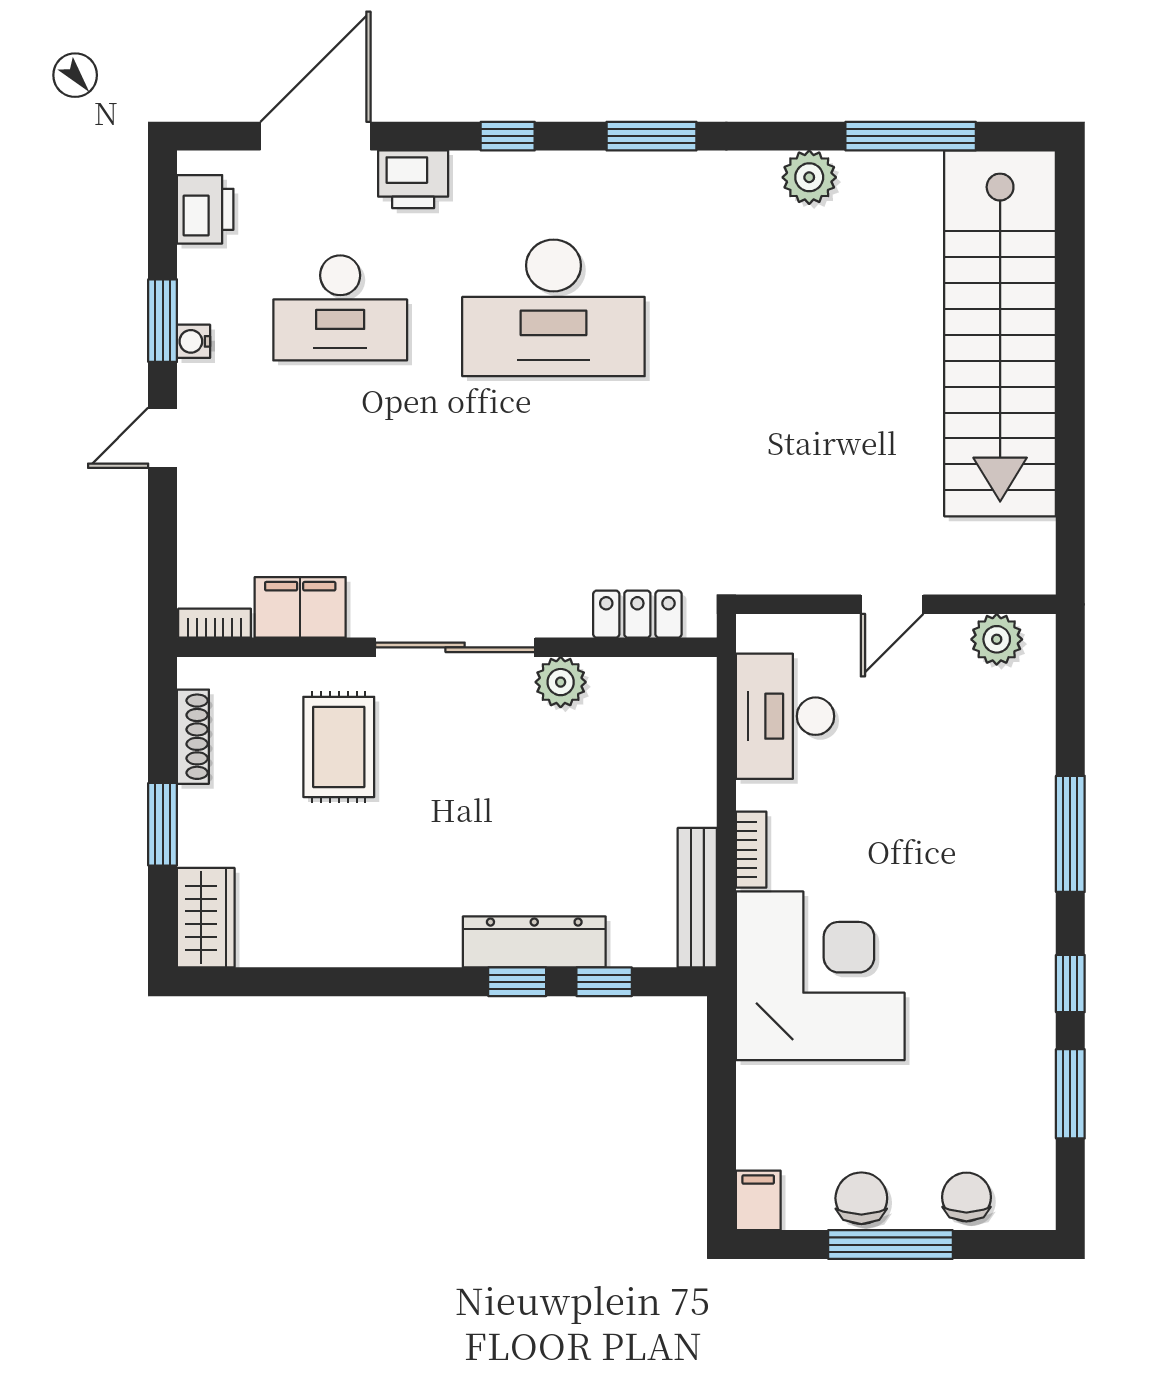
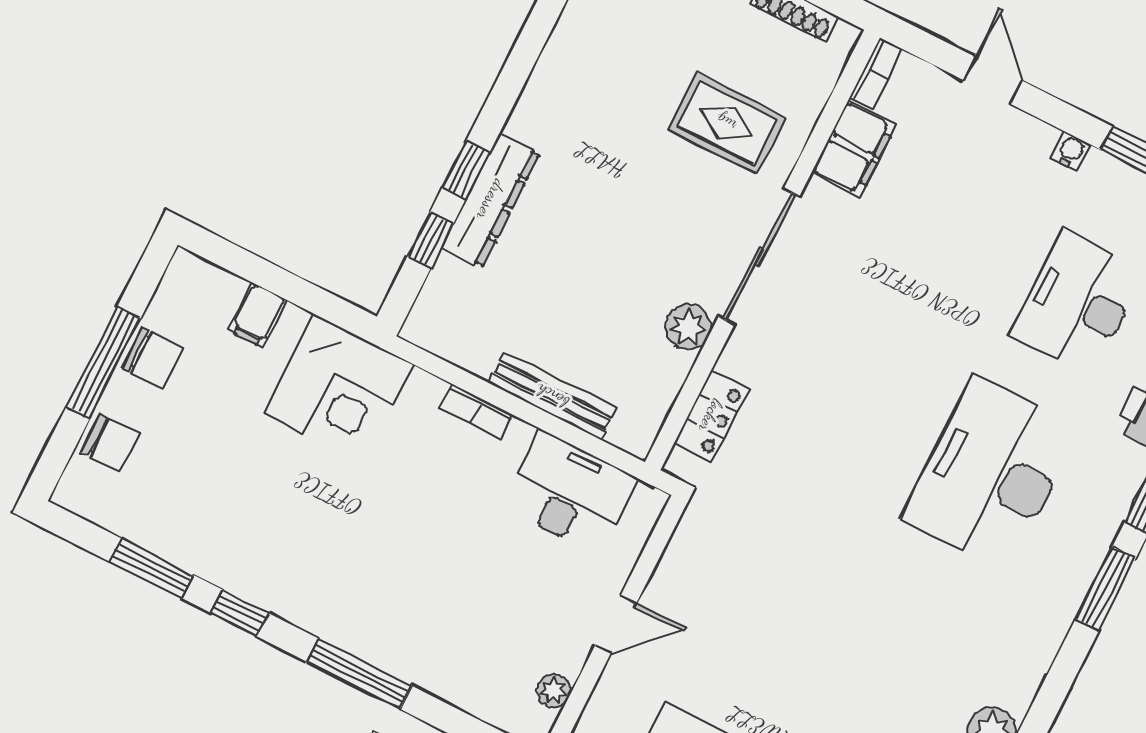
window: (652, 136) -> (1106, 589), moved
water cooler: (194, 341) -> (1071, 151), moved
door: (163, 438) -> (993, 80), moved
door: (892, 604) -> (616, 624), swing flipped
plant: (997, 639) -> (554, 691), width x0.73, depth x0.73
bench: (697, 898) -> (552, 396), moved
corner desk: (820, 976) -> (338, 389), width x0.74, depth x0.74
filing cabinet: (758, 1200) -> (258, 315), moved, turned 90

